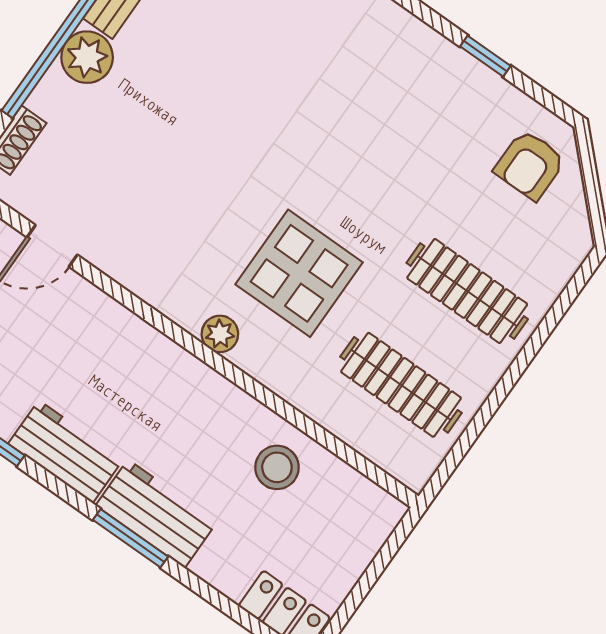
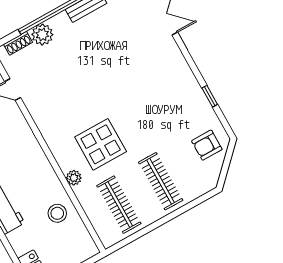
plant: (87, 57) -> (42, 35), moved
plant: (220, 334) -> (74, 178), moved

